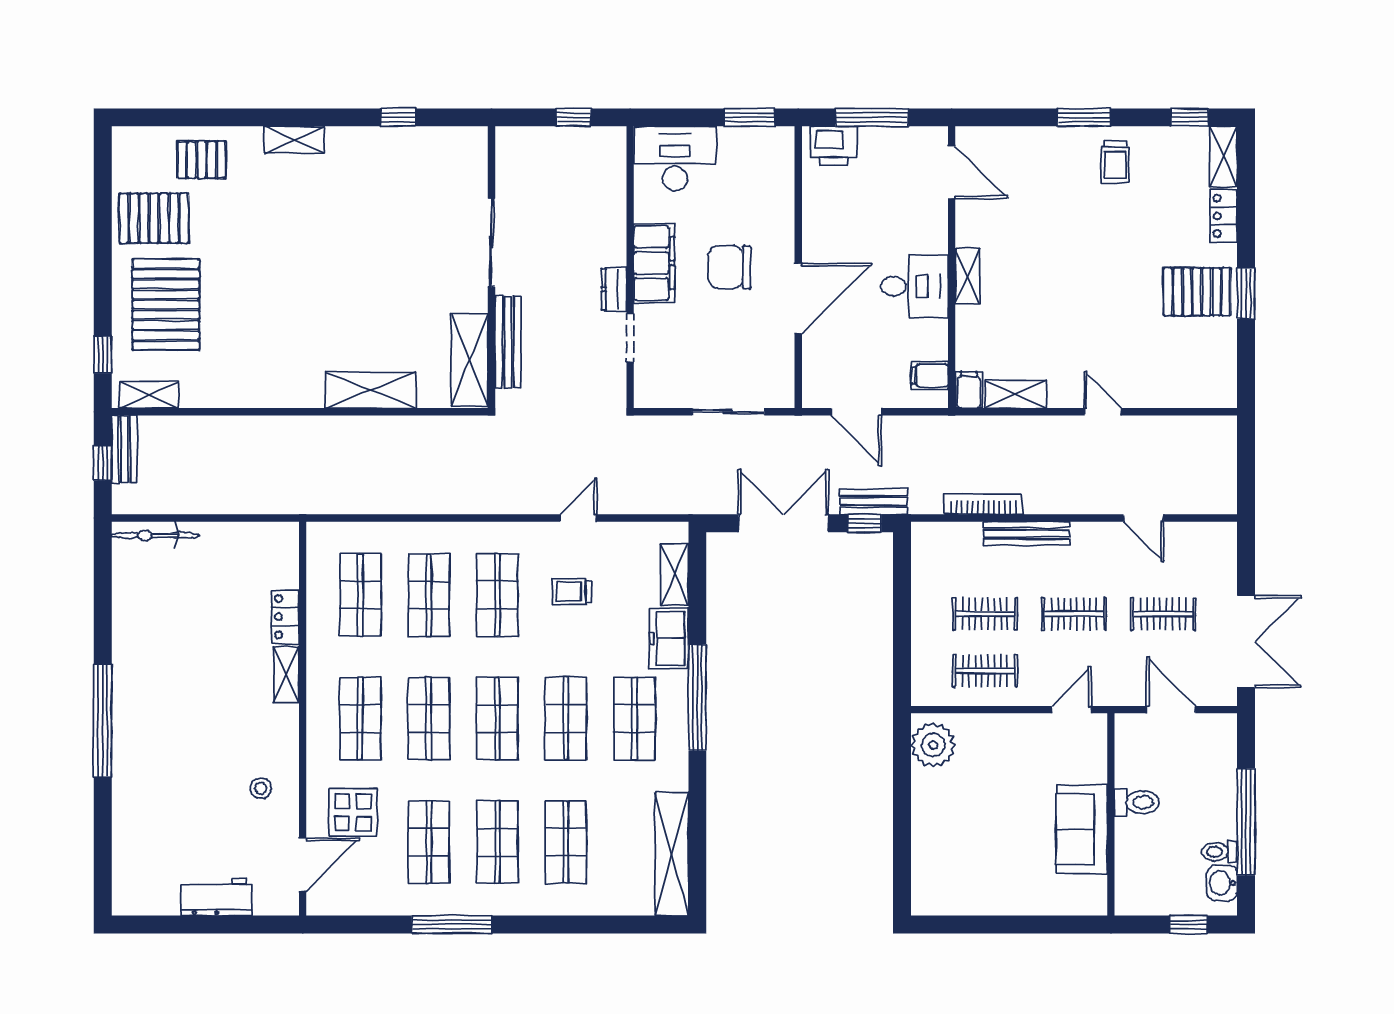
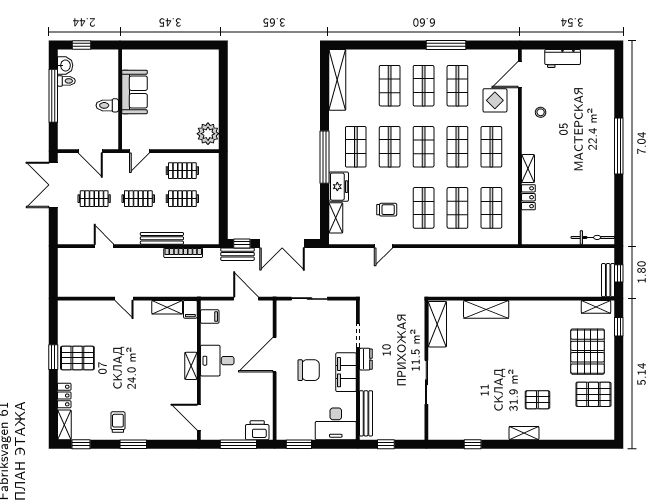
pallet: (202, 160) -> (537, 400), moved
bench: (508, 342) -> (366, 413), moved

